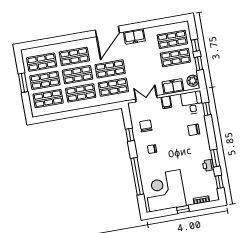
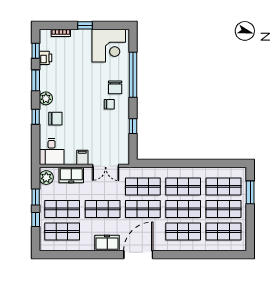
shop shelf: (143, 63) -> (103, 209), added
window: (23, 83) -> (250, 192), moved
window: (207, 109) -> (36, 117), moved
chair: (146, 126) -> (115, 87), moved
plant: (204, 145) -> (46, 98), added
printer: (208, 165) -> (45, 58), moved
corner desk: (165, 191) -> (109, 46), width x0.74, depth x0.74

